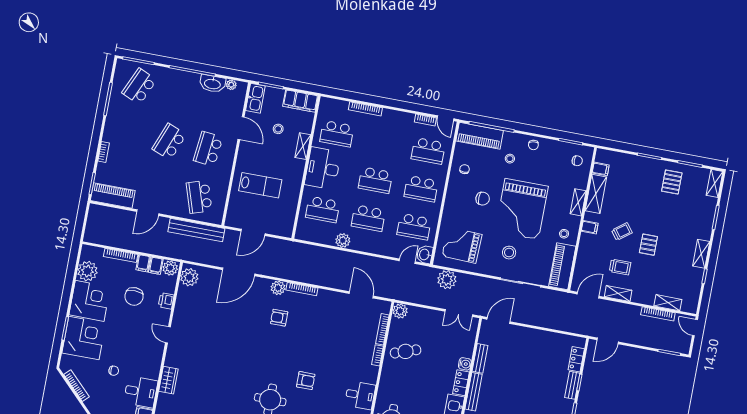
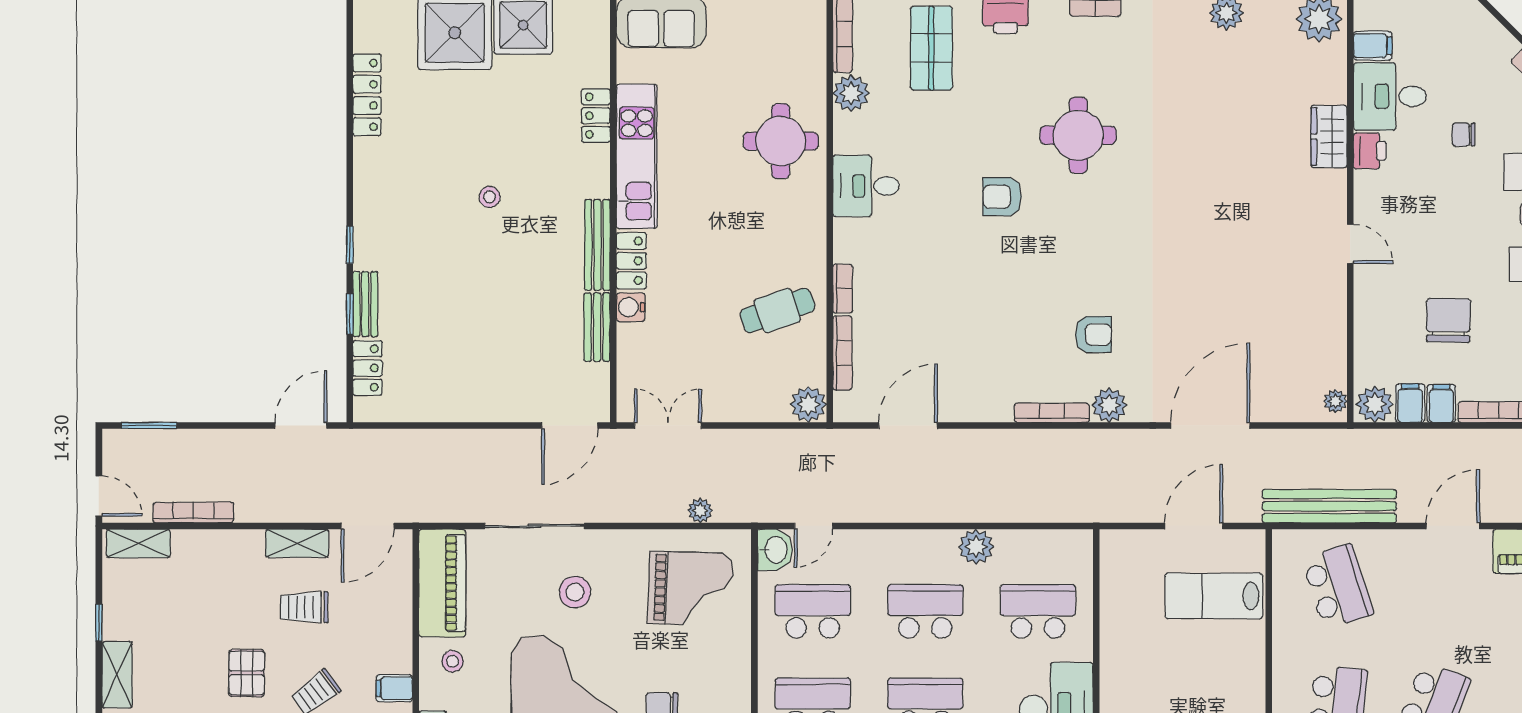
lab bench: (260, 185) -> (1214, 596), moved
plant: (189, 277) -> (1335, 401), width x0.53, depth x0.53
plant: (447, 280) -> (700, 511), width x0.53, depth x0.53
door: (361, 295) -> (908, 426), swing flipped
printer: (166, 301) -> (1370, 151), moved
shelving: (668, 303) -> (138, 543), moved

